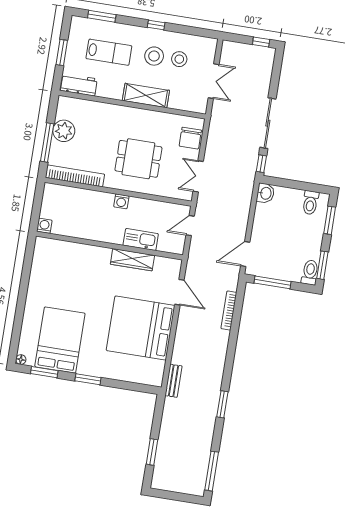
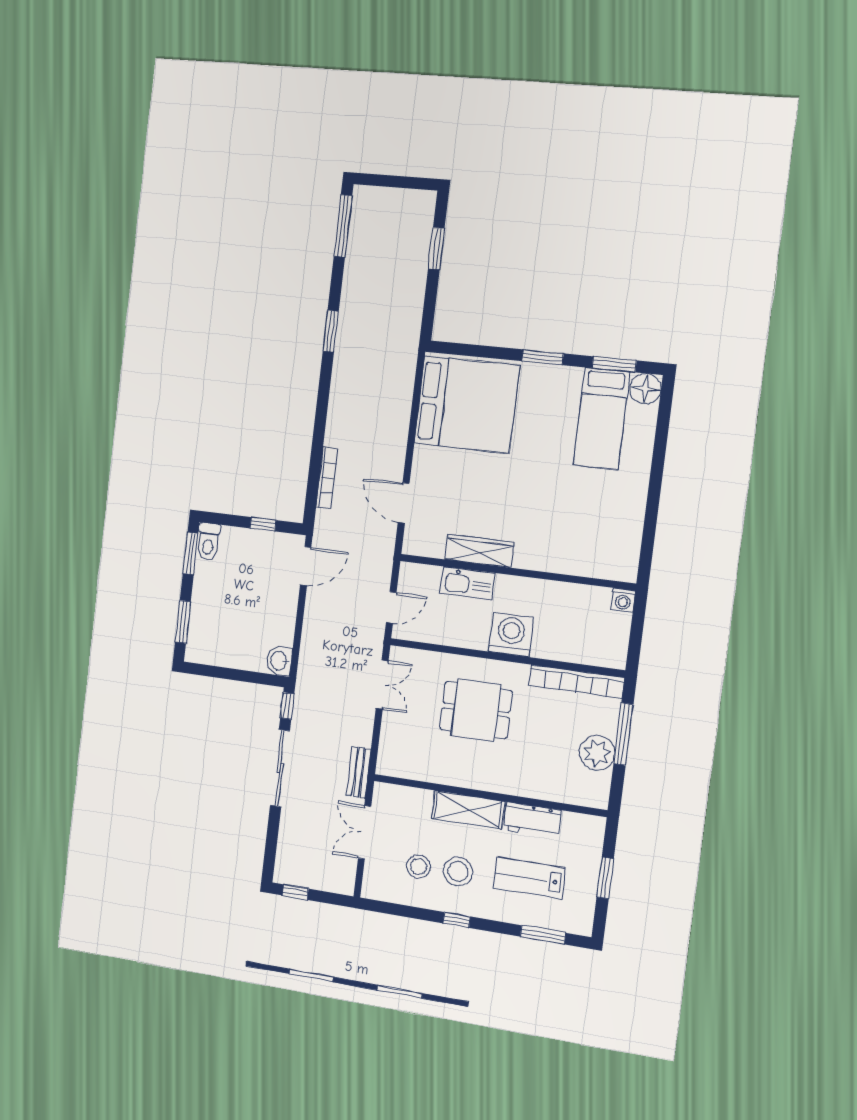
workbench: (79, 85) -> (532, 820), moved
chair: (190, 138) -> (397, 744), removed
washing machine: (121, 201) -> (511, 635), width x1.89, depth x1.89
toilet: (310, 203) -> (212, 648), removed
window: (272, 282) -> (263, 524), width x0.46
bed: (141, 328) -> (467, 404), moved
bed: (60, 340) -> (602, 419), width x0.67
floor lamp: (21, 359) -> (645, 389), width x1.89, depth x1.89
bench: (174, 381) -> (359, 772), moved

